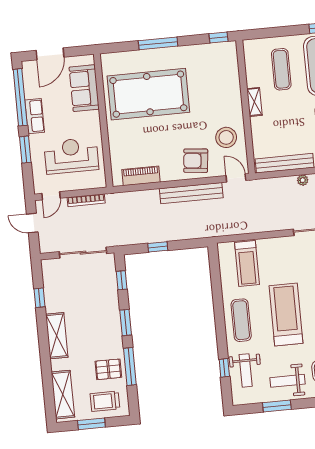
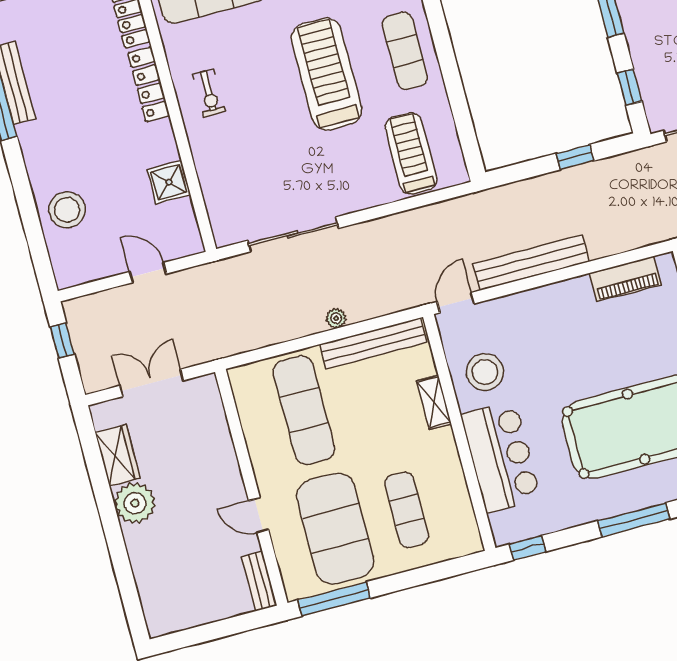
bar counter: (225, 90) -> (501, 457), added
shelving: (254, 102) -> (434, 402), moved
armchair: (196, 161) -> (532, 322), removed
door: (236, 178) -> (456, 303), swing flipped
treadmill: (286, 314) -> (327, 74), turned 180

